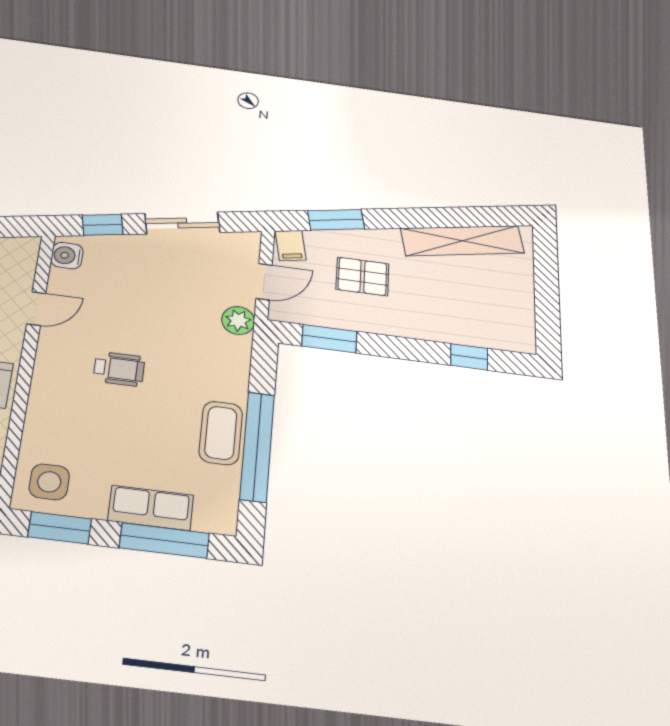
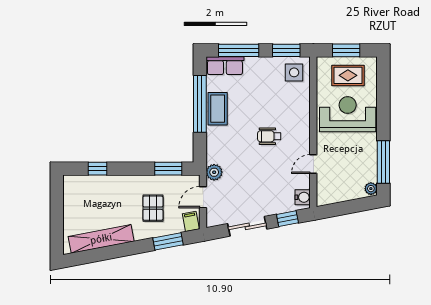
pallet: (362, 276) -> (153, 208), turned 90
row of seats: (151, 508) -> (225, 66), moved

